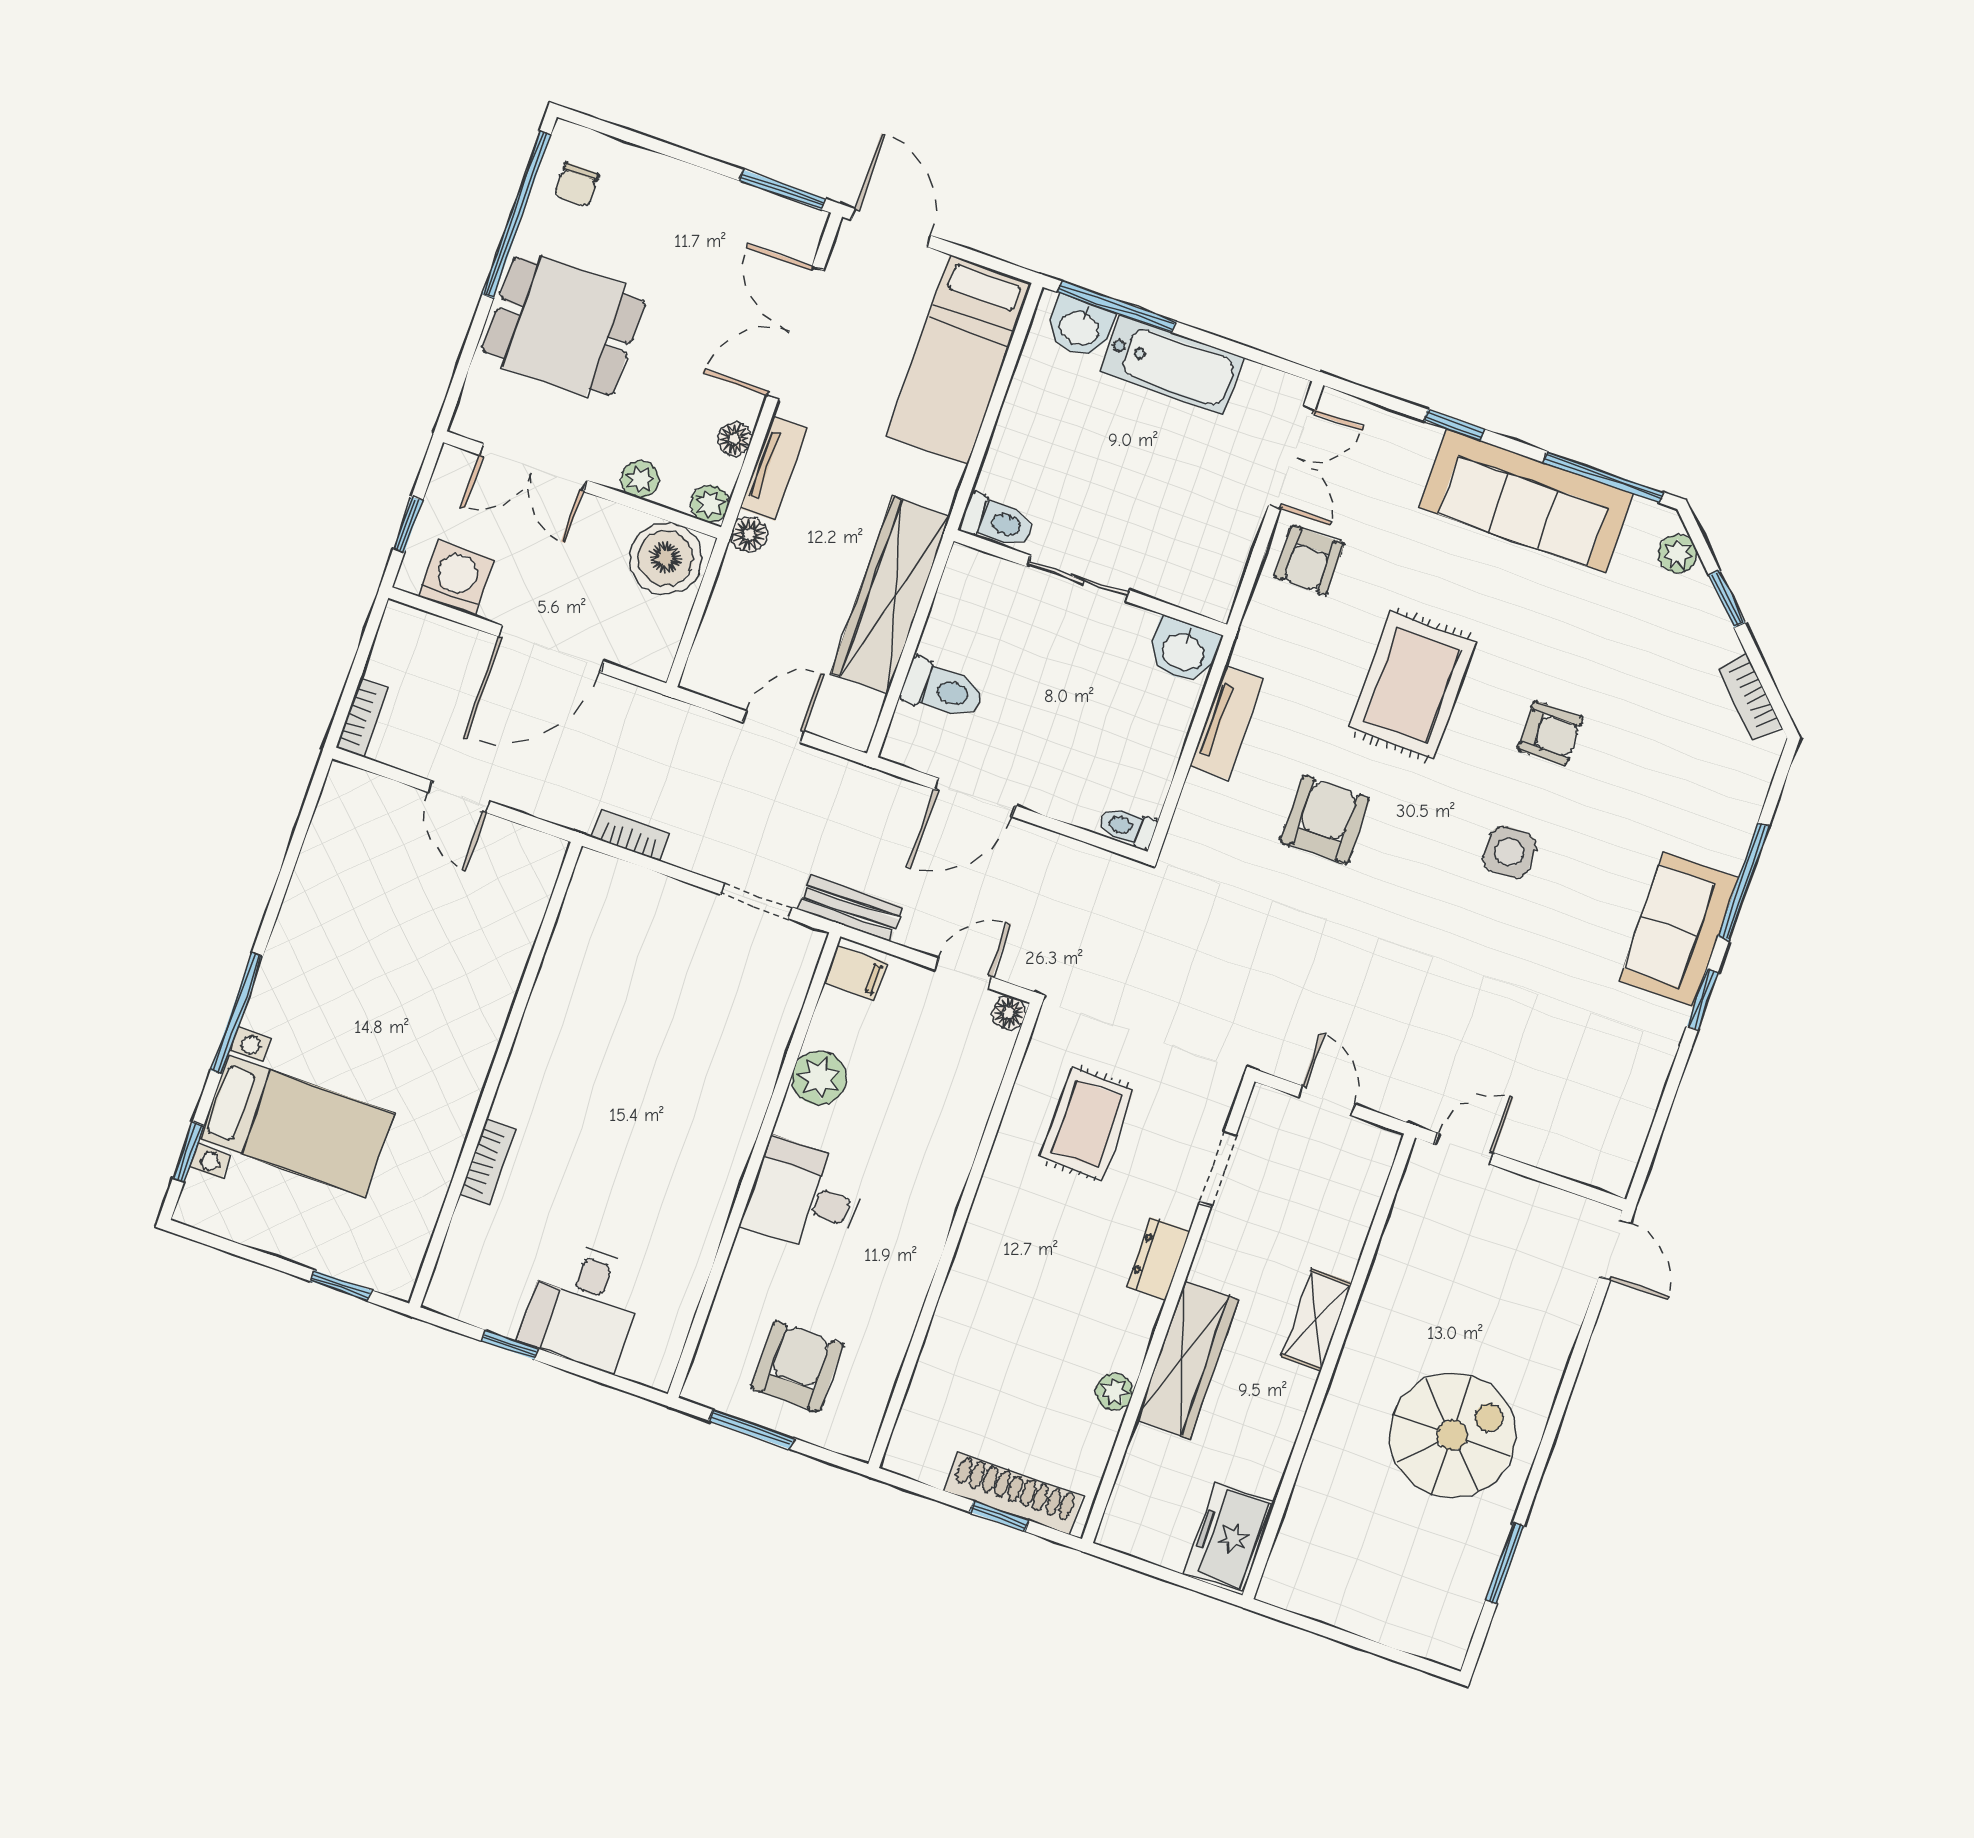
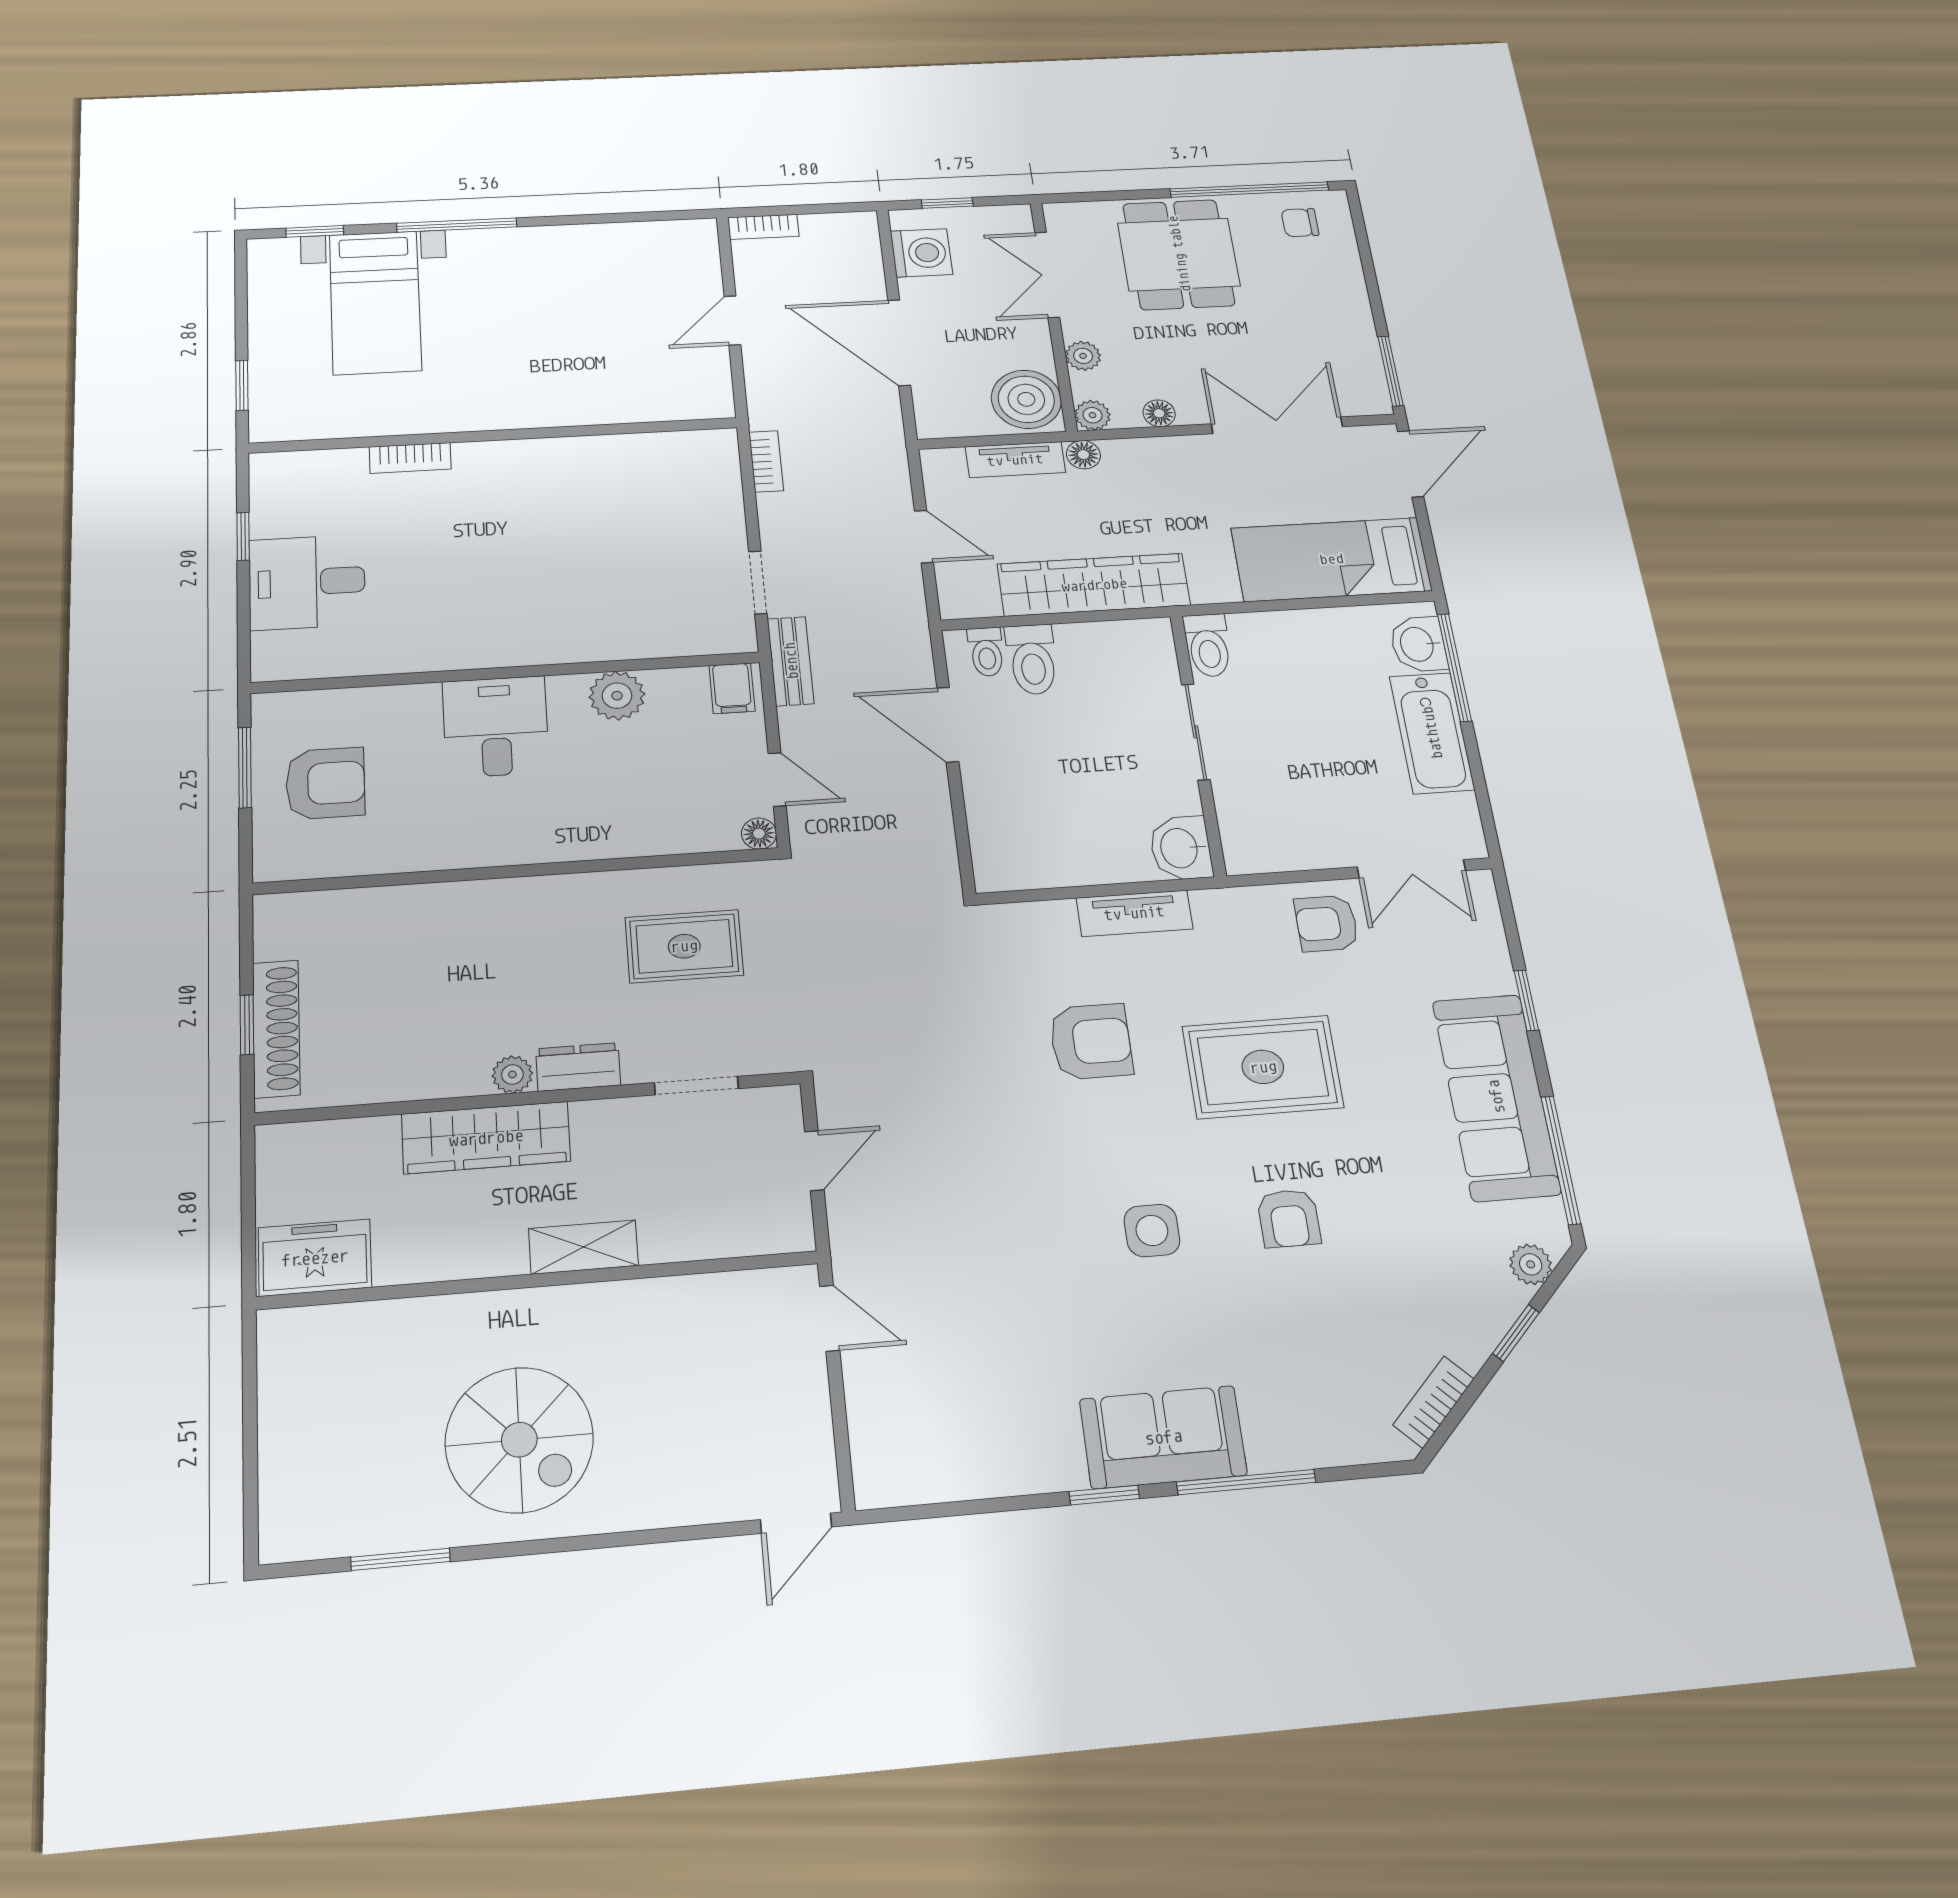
tv unit: (774, 468) -> (1015, 460), moved
toilet: (1128, 827) -> (986, 652), moved, turned 180
plant: (1114, 1392) -> (512, 1075), moved

